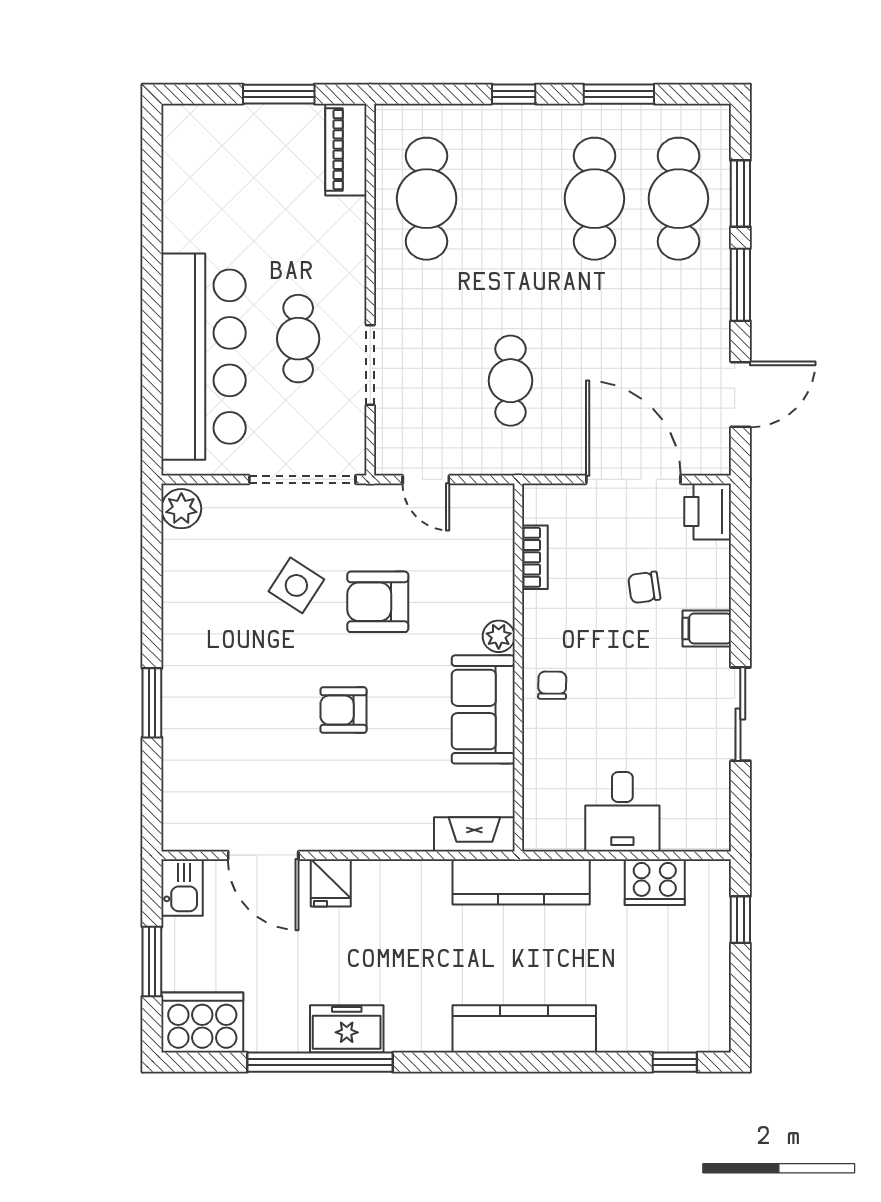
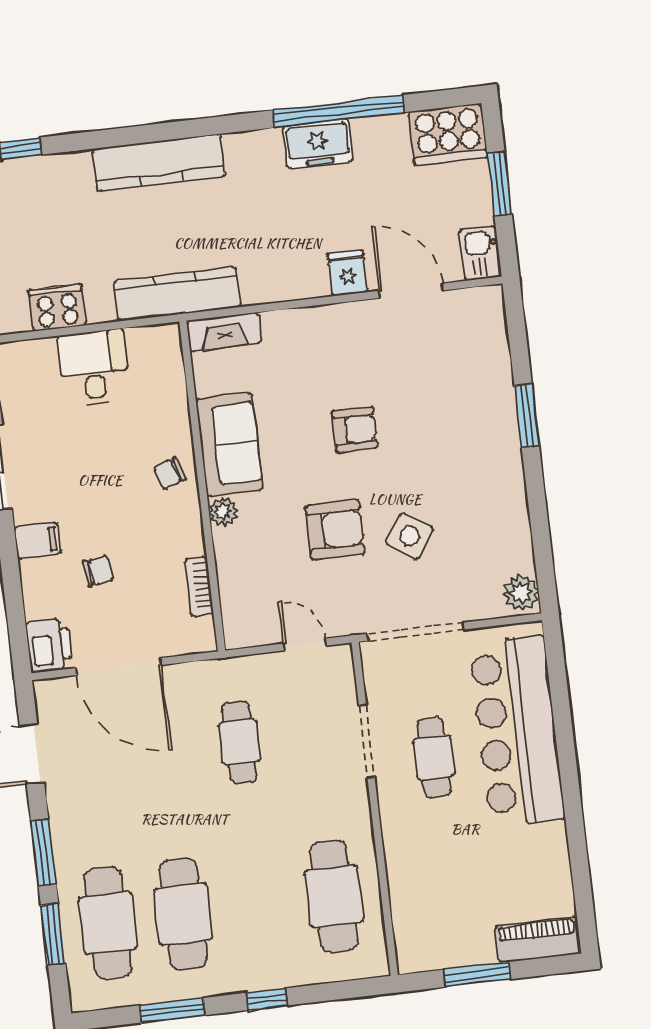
piano: (346, 150) -> (538, 940), moved, turned -90
chair: (552, 685) -> (170, 473), turned 70

